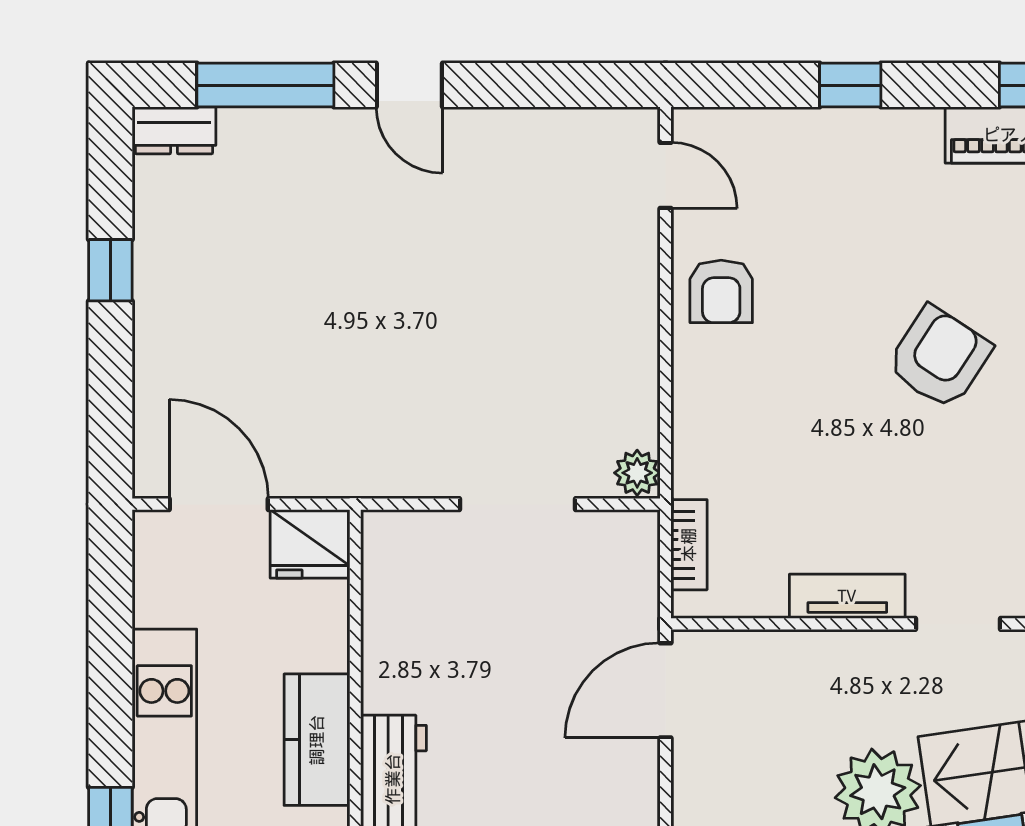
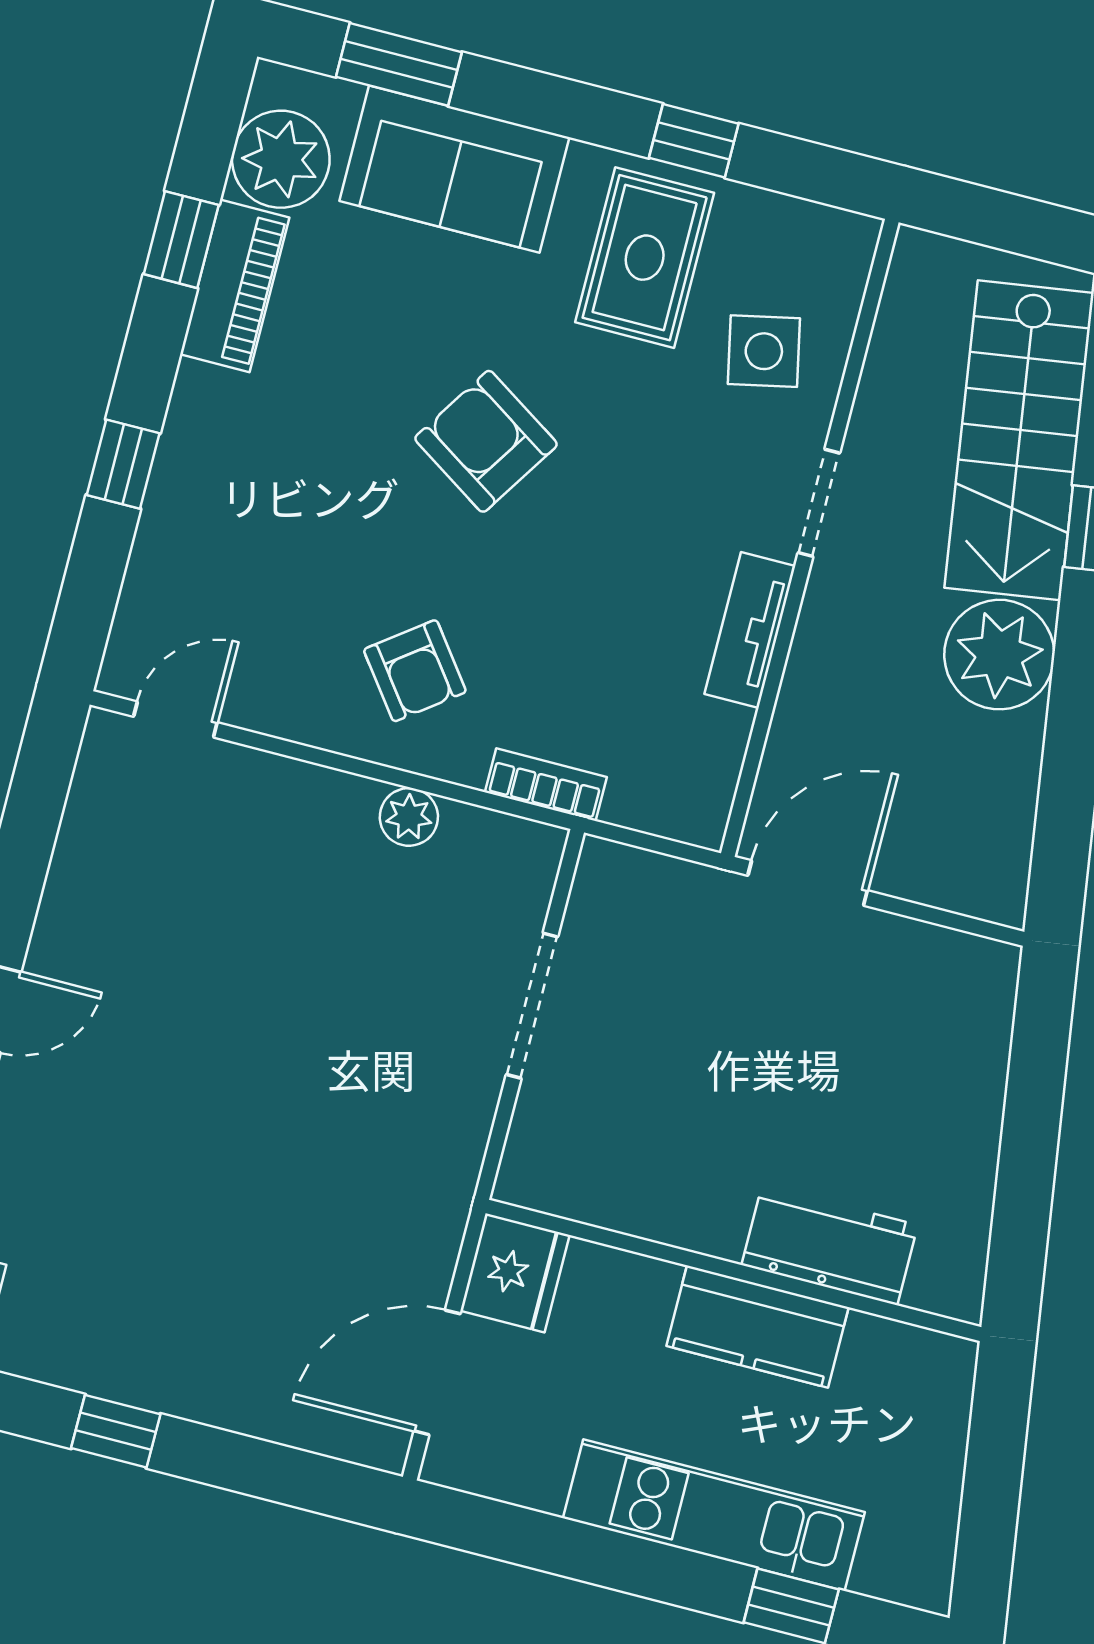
armchair: (721, 291) -> (415, 671), moved, turned 53
plant: (637, 473) -> (409, 817), moved
bookcase: (689, 545) -> (546, 785), moved
door: (665, 690) -> (808, 883), swing flipped

